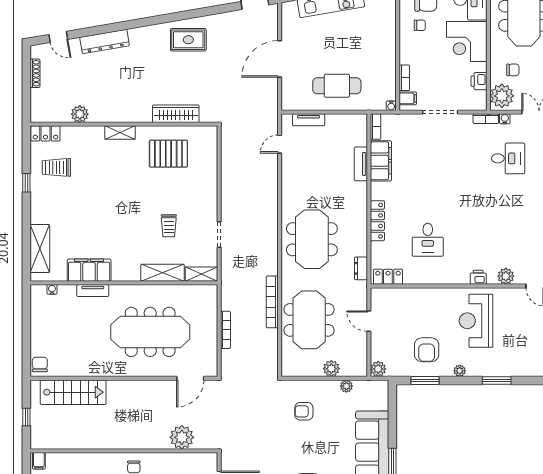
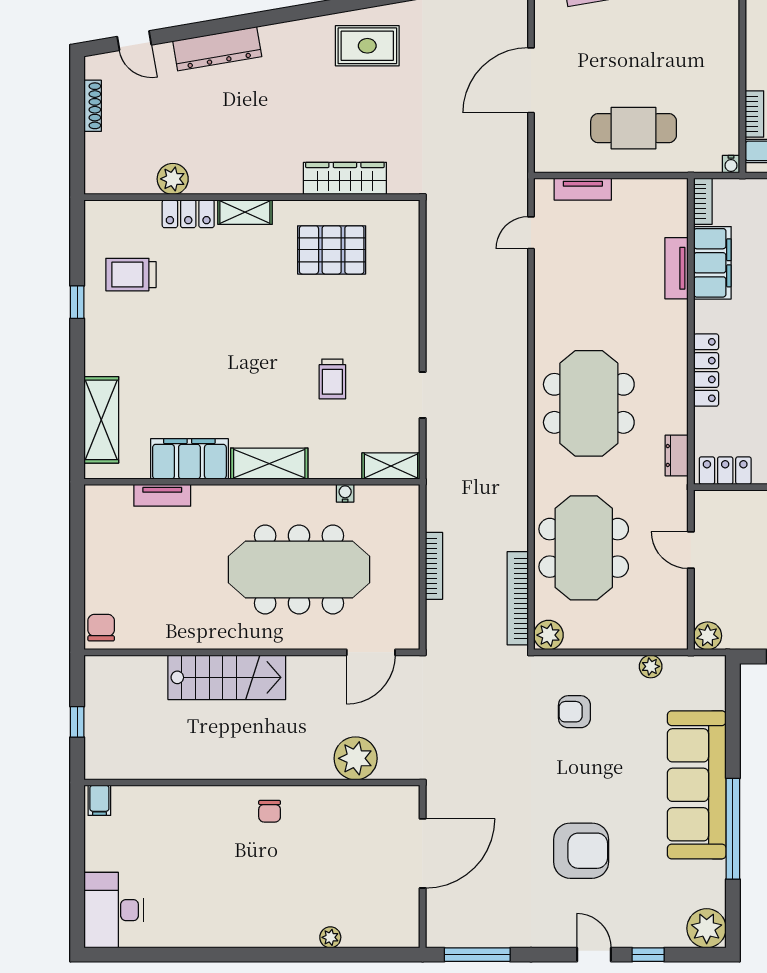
locker: (45, 133) -> (188, 214), moved
shelving: (163, 273) -> (269, 464), moved
water cooler: (52, 289) -> (345, 493), moved
tv unit: (93, 291) -> (162, 495), moved
bookcase: (272, 302) -> (518, 598), moved
plant: (331, 369) -> (548, 635), moved
stairs: (73, 392) -> (227, 677), moved

